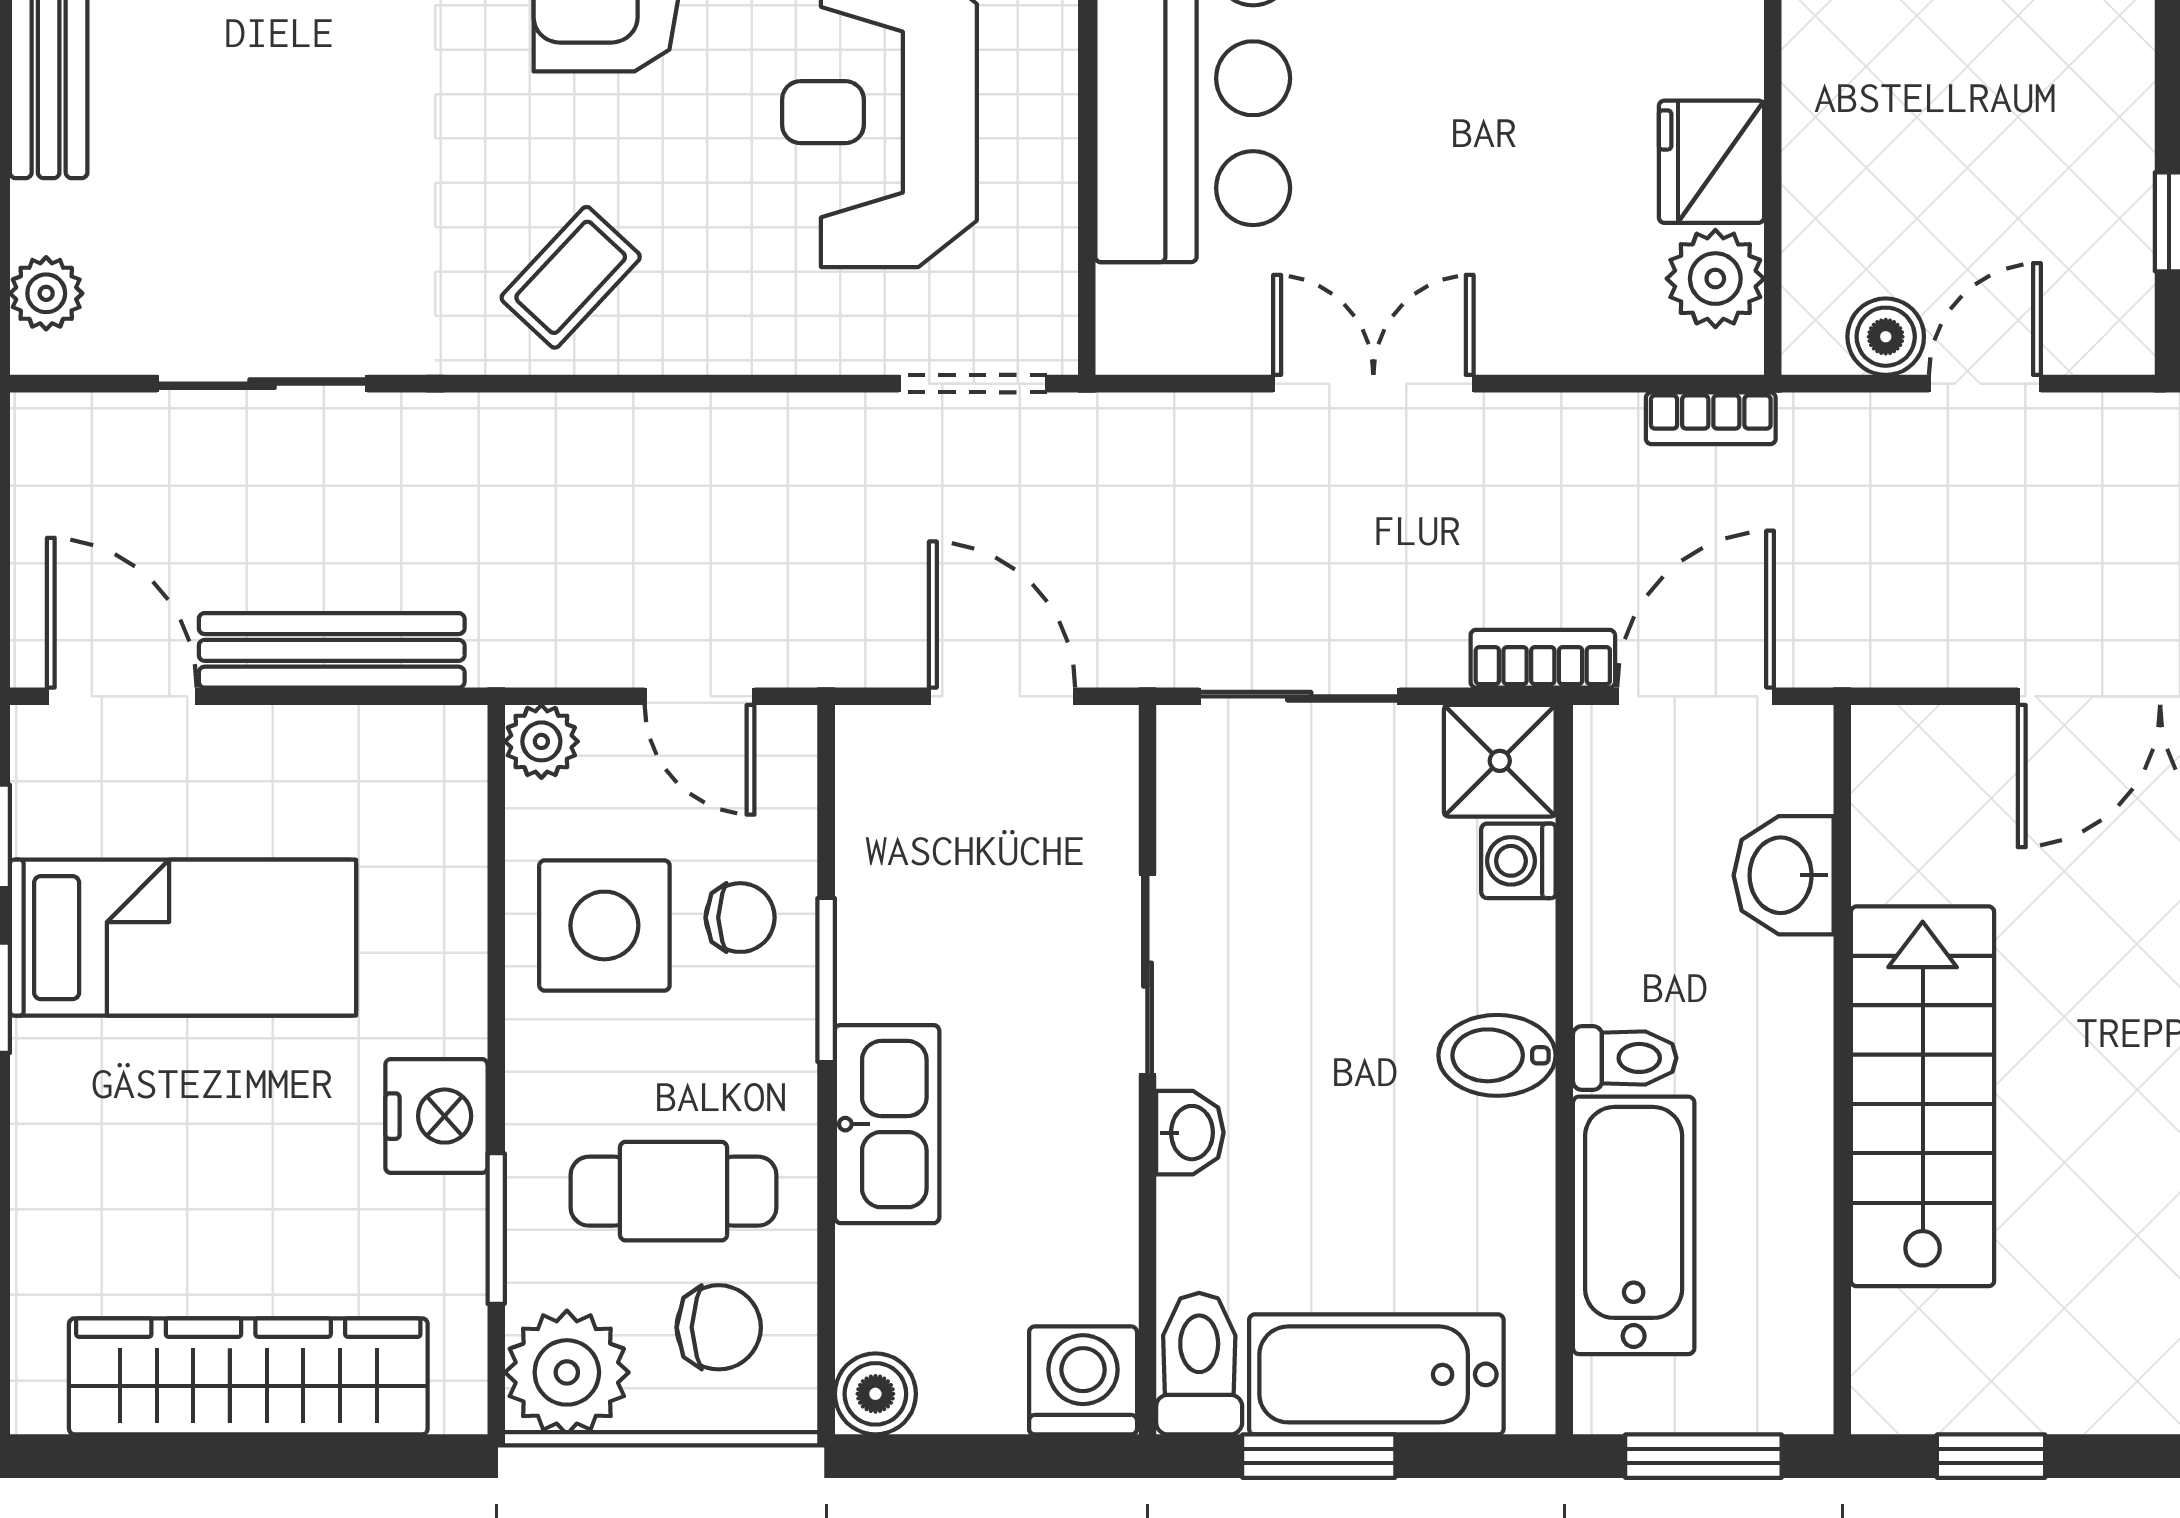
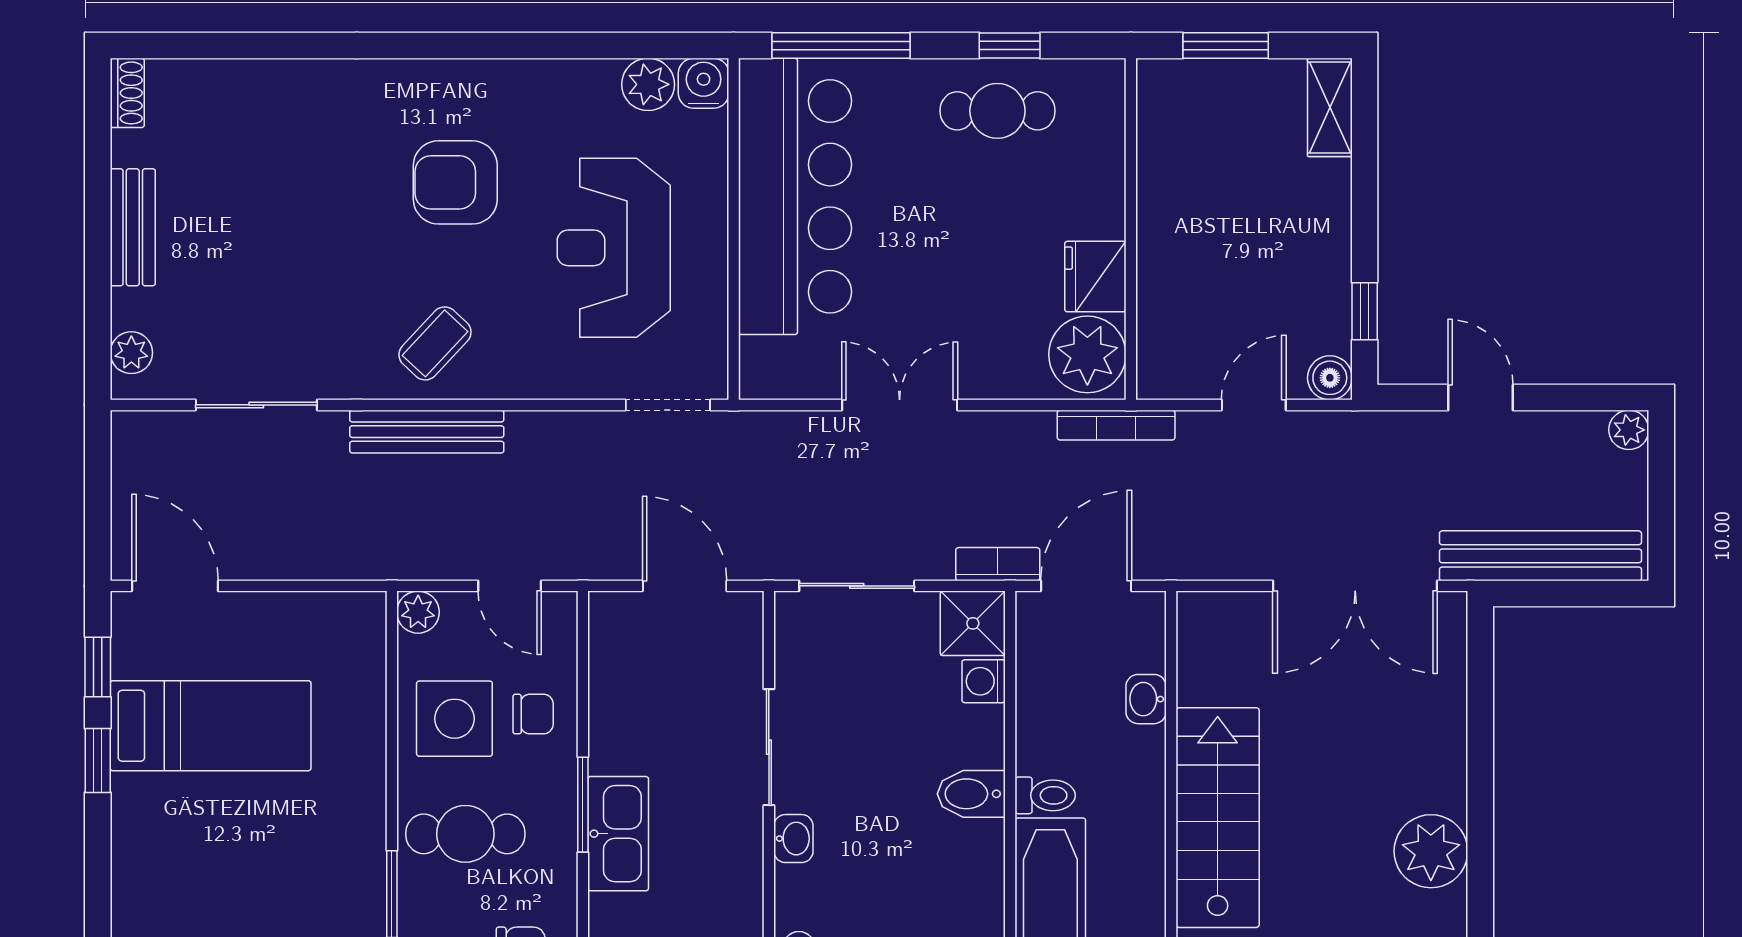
plant: (1715, 279) -> (1087, 354), width x1.36, depth x1.36
boiler: (1886, 337) -> (1330, 378), moved
bookcase: (1711, 418) -> (1116, 425), width x1.56
bench: (332, 650) -> (427, 432), moved
washbasin: (1784, 875) -> (1146, 699), width x0.72, depth x0.69
window: (826, 980) -> (583, 805), moved
nightstand: (436, 1116) -> (357, 829), removed
cafe table: (674, 1191) -> (465, 834), moved

